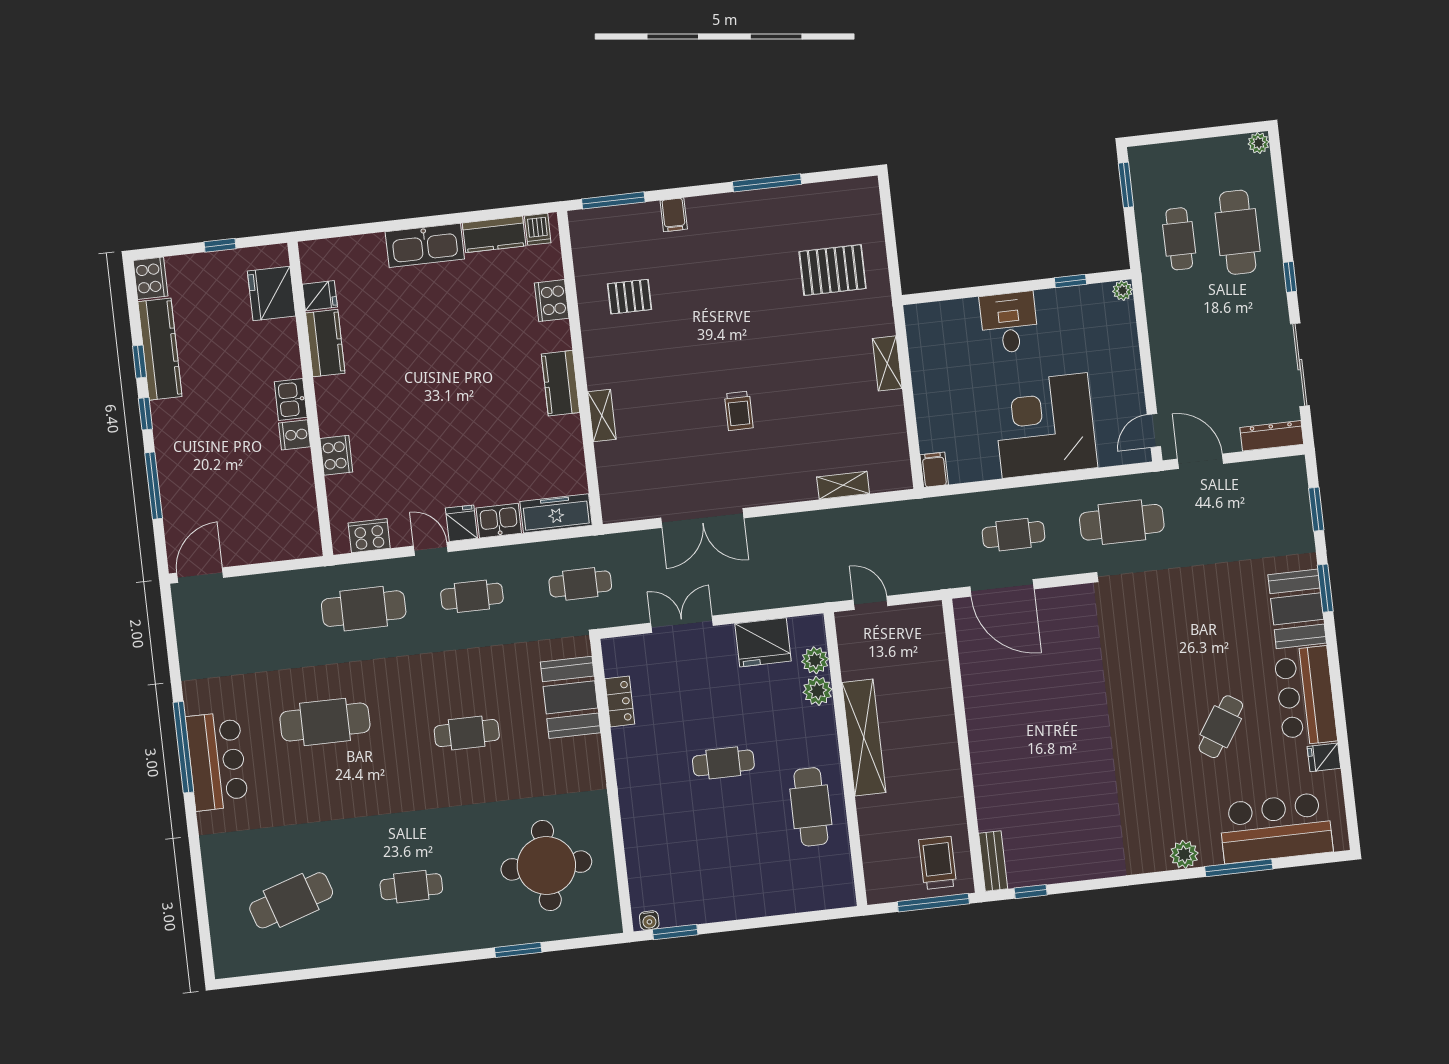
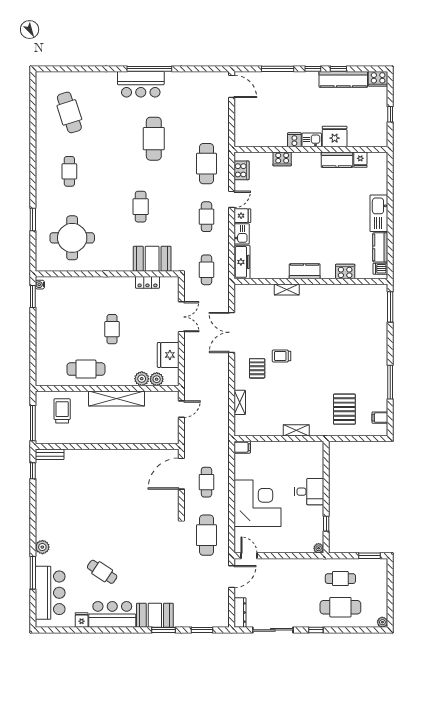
filing cabinet: (674, 215) -> (380, 418), moved
fridge: (272, 294) -> (335, 136), moved
pallet: (629, 297) -> (257, 368), moved
trolley: (938, 863) -> (62, 411), moved, turned -90

